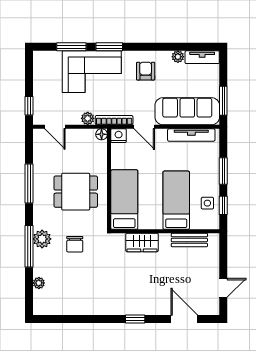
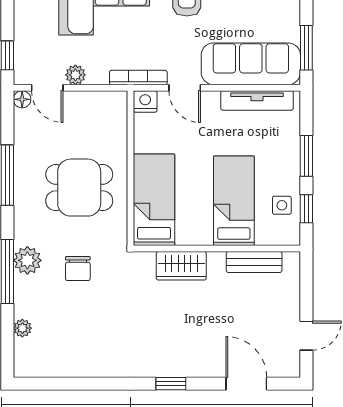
plant: (88, 118) -> (75, 75), moved
floor lamp: (102, 134) -> (22, 99), moved

